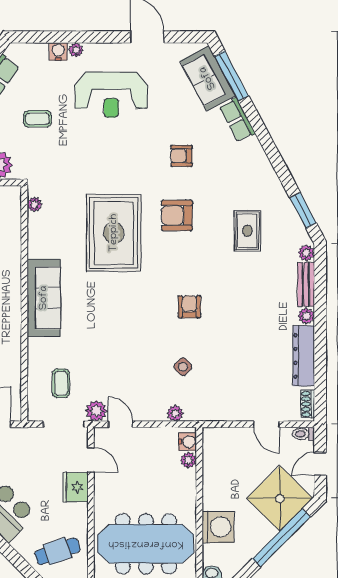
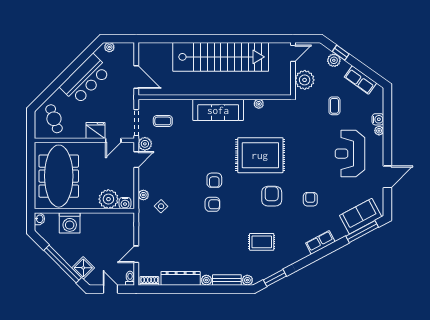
row of seats: (237, 120) -> (320, 242), moved
plant: (34, 204) -> (259, 104), moved
armchair: (152, 304) -> (214, 180), added
side table: (183, 367) -> (161, 206), moved
plant: (188, 460) -> (108, 199), width x1.88, depth x1.88
shower: (280, 498) -> (83, 268), width x0.54, depth x0.54

